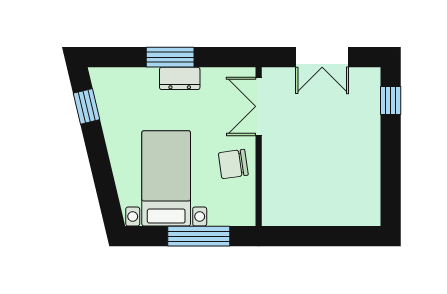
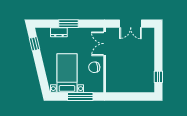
dresser: (180, 78) -> (59, 32), moved
window: (391, 100) -> (158, 77), moved

